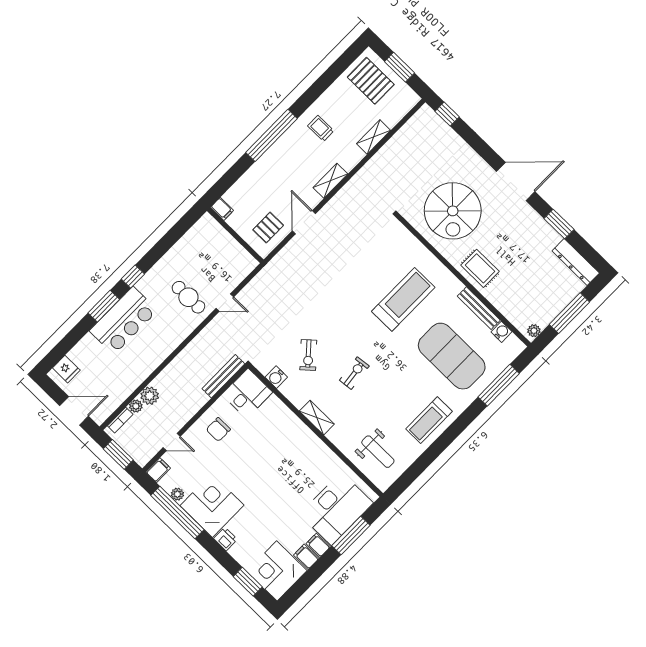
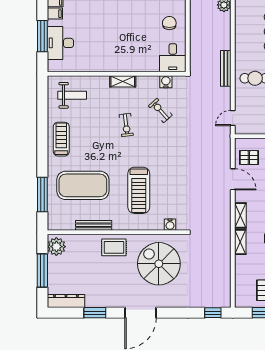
shelving: (373, 137) -> (240, 242), moved
pallet: (268, 228) -> (249, 158), turned 90
door: (225, 303) -> (233, 118), moved
plant: (534, 331) -> (56, 247), width x1.88, depth x1.88
water cooler: (501, 332) -> (170, 225), moved
bench: (223, 376) -> (226, 68), moved
weight bench: (378, 452) -> (72, 95), turned 180
desk: (336, 509) -> (60, 43), width x0.73, depth x0.77

